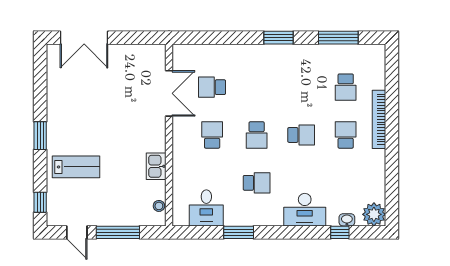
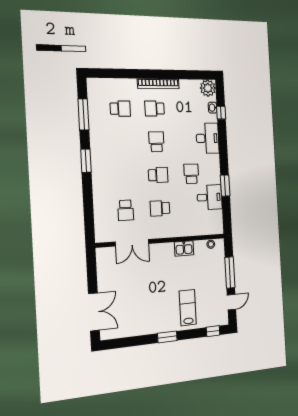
double door: (169, 93) -> (132, 243), swing flipped
bookcase: (379, 119) -> (158, 84), moved
desk: (206, 208) -> (210, 197), moved

